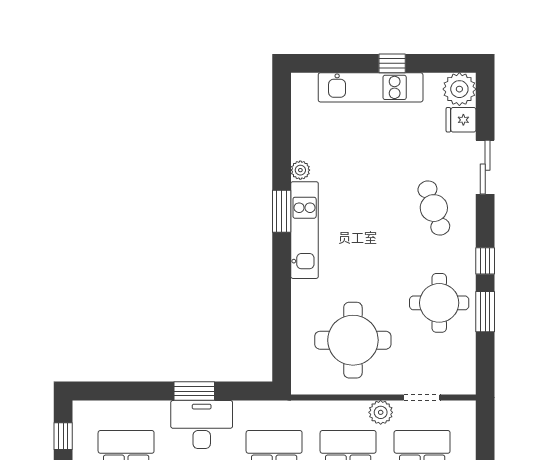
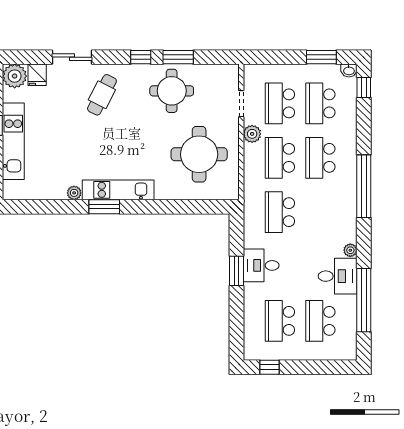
cafe table: (434, 208) -> (102, 95), turned -44
desk: (202, 425) -> (261, 265), width x0.73

